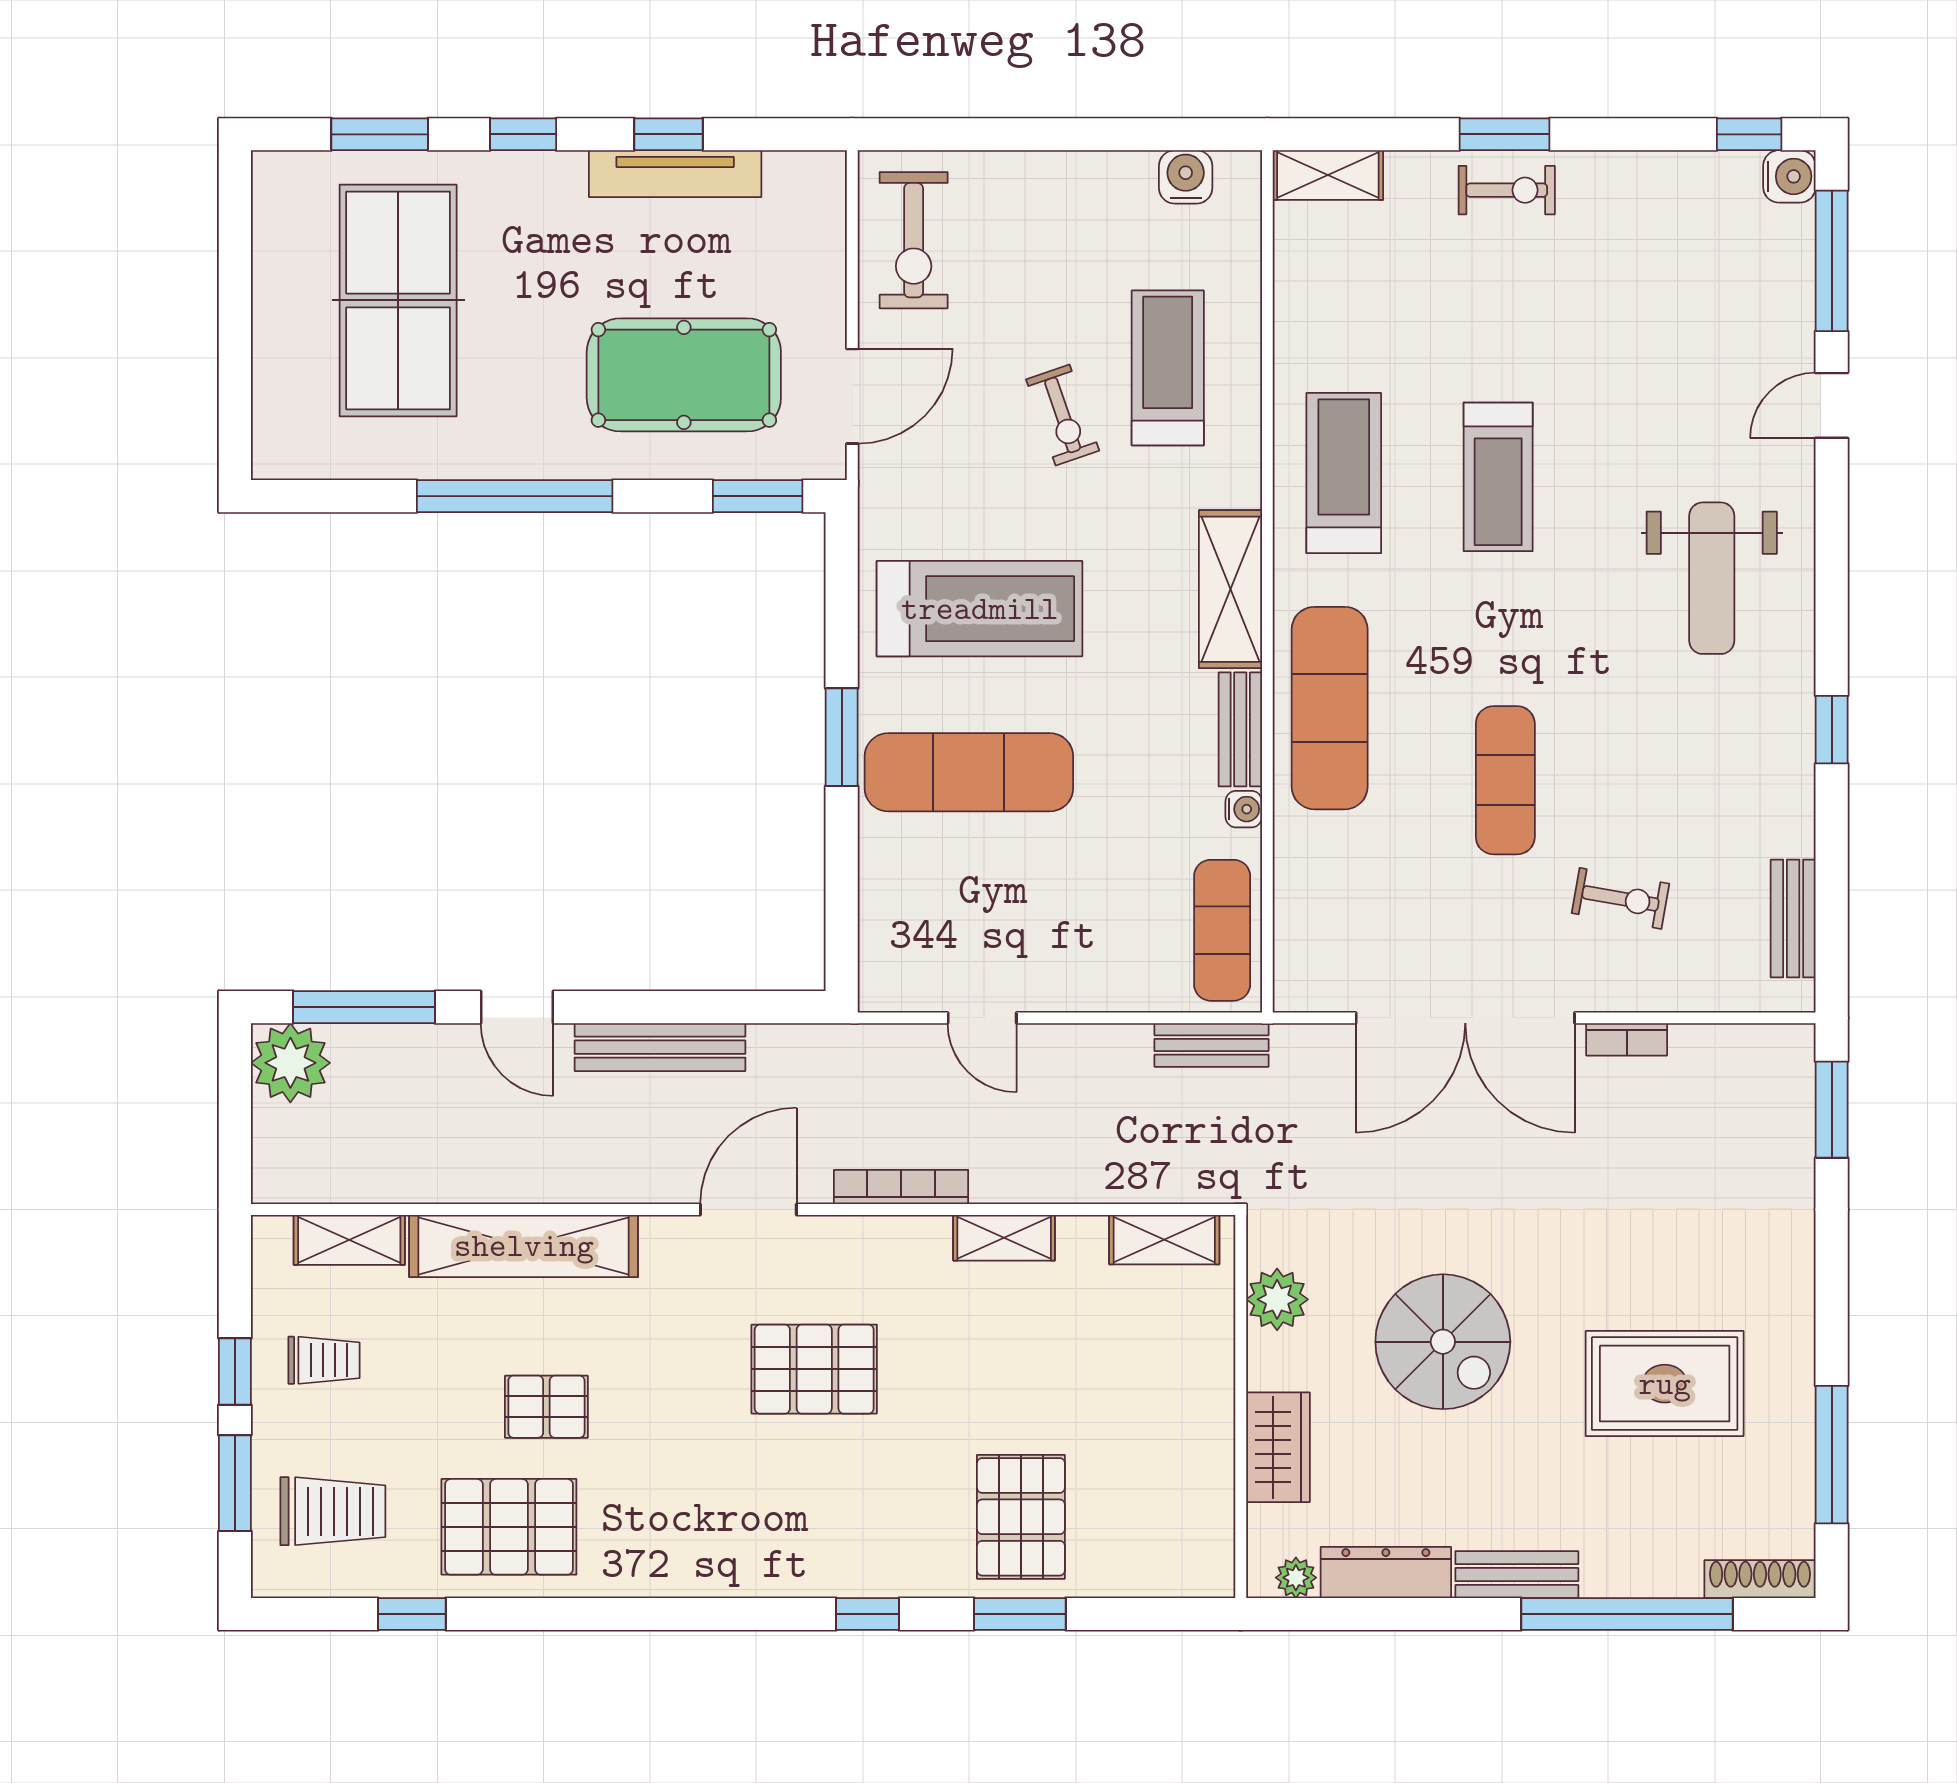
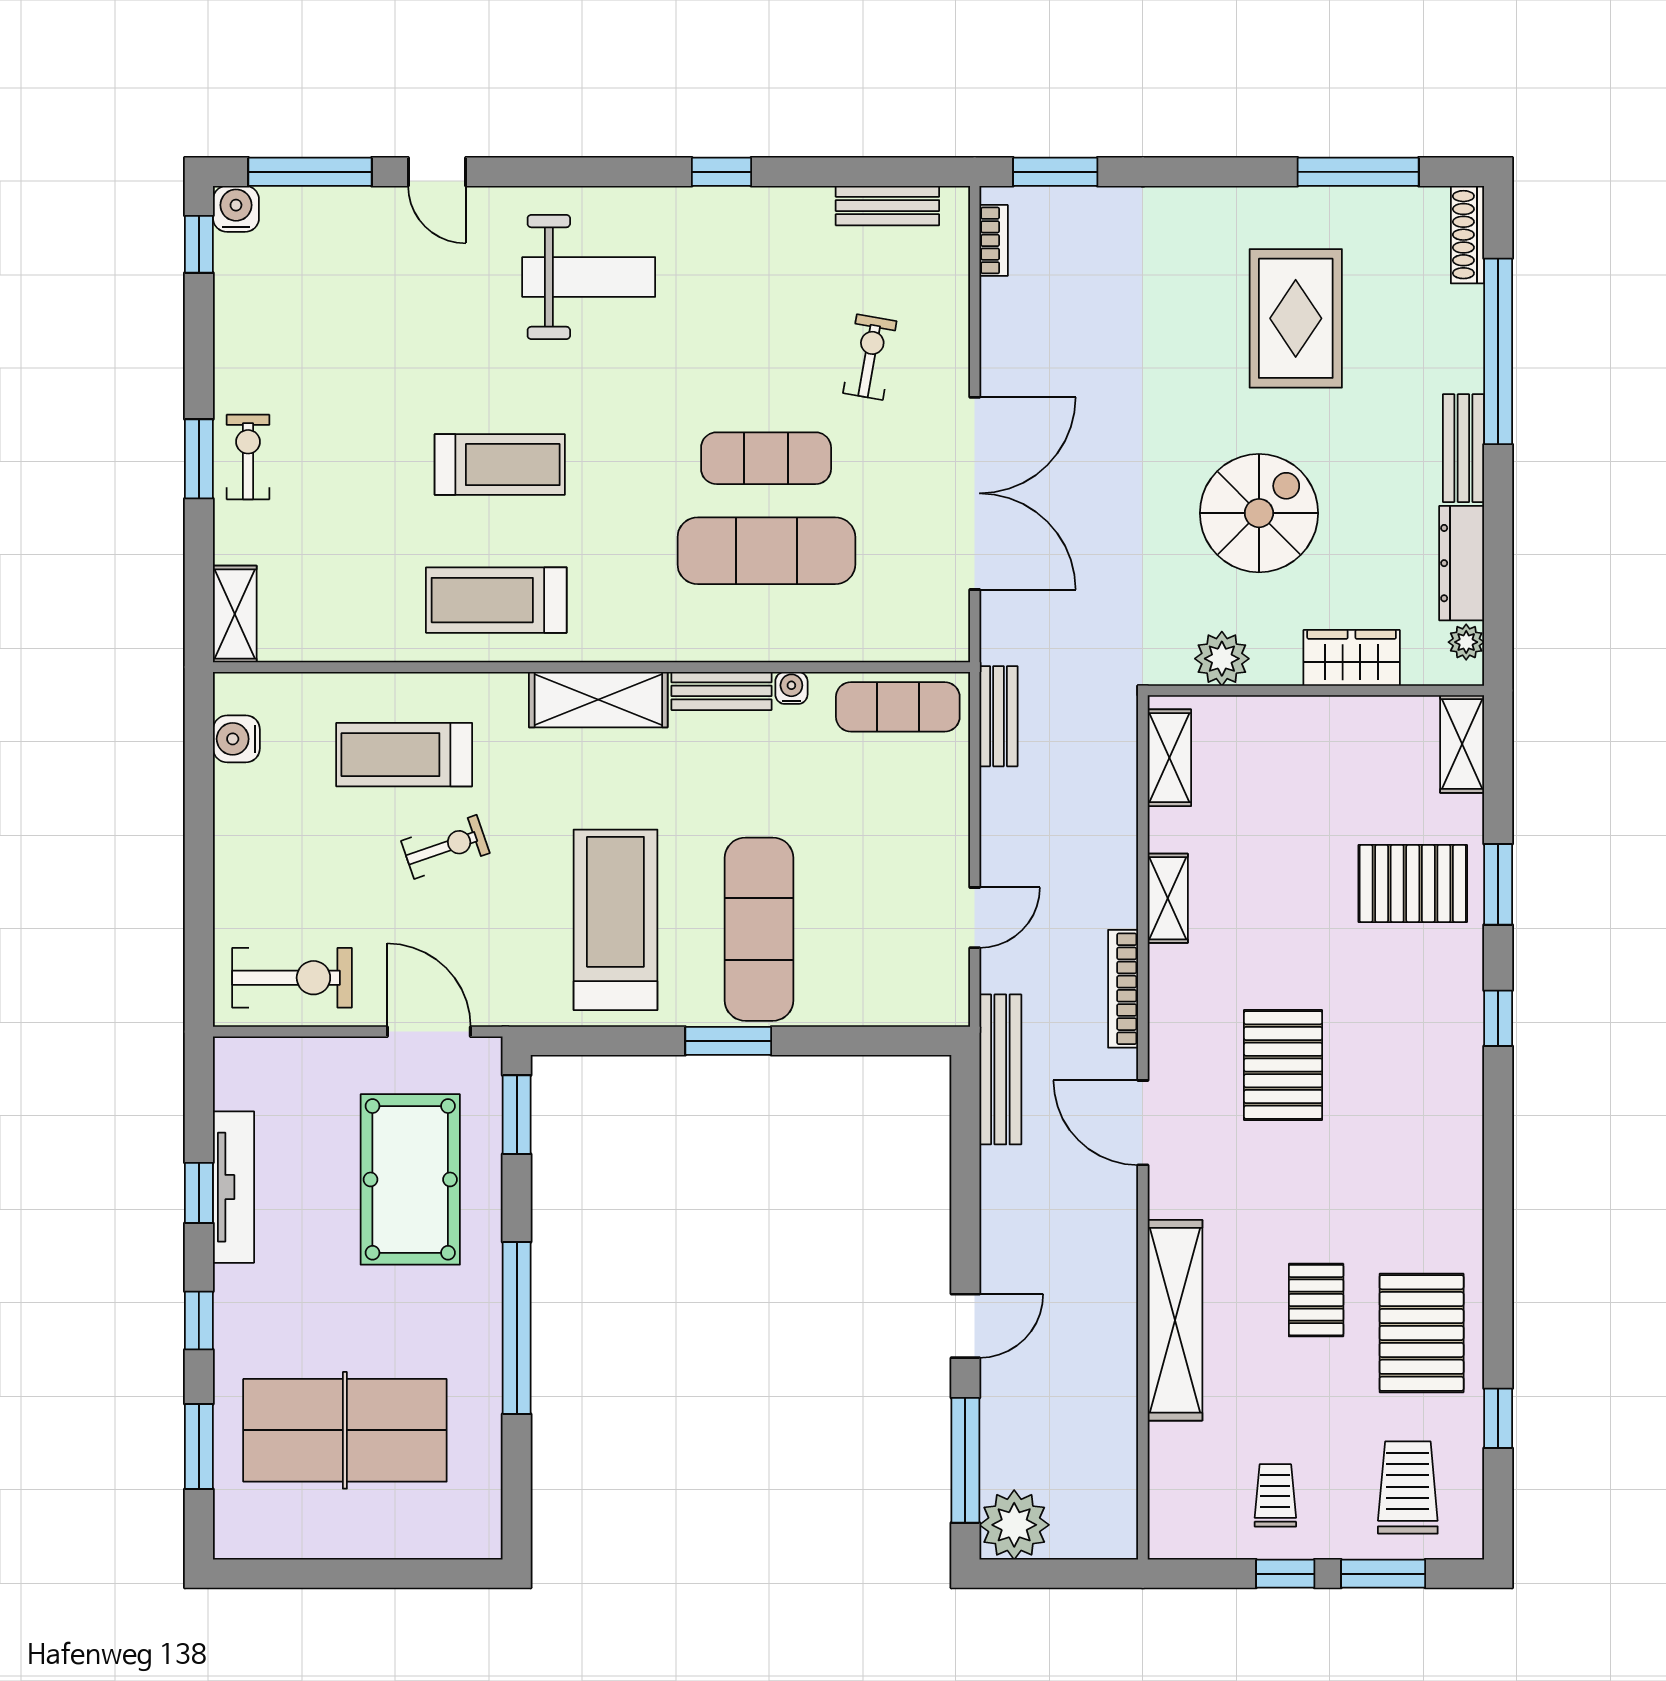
exercise mat: (1330, 708) -> (766, 551), moved
bookcase: (1627, 1039) -> (994, 240), moved
bench: (660, 1047) -> (1000, 1069), moved
shelving: (349, 1240) -> (1462, 744), moved

